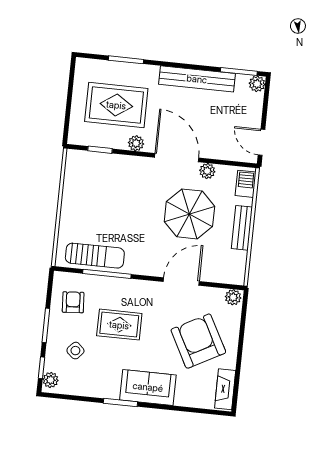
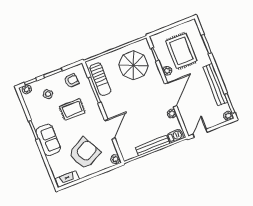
parasol: (189, 214) -> (133, 65), moved
bench: (242, 228) -> (152, 146), width x1.36
door: (181, 282) -> (110, 129), hinge flipped
rug: (119, 325) -> (72, 109), turned 90

